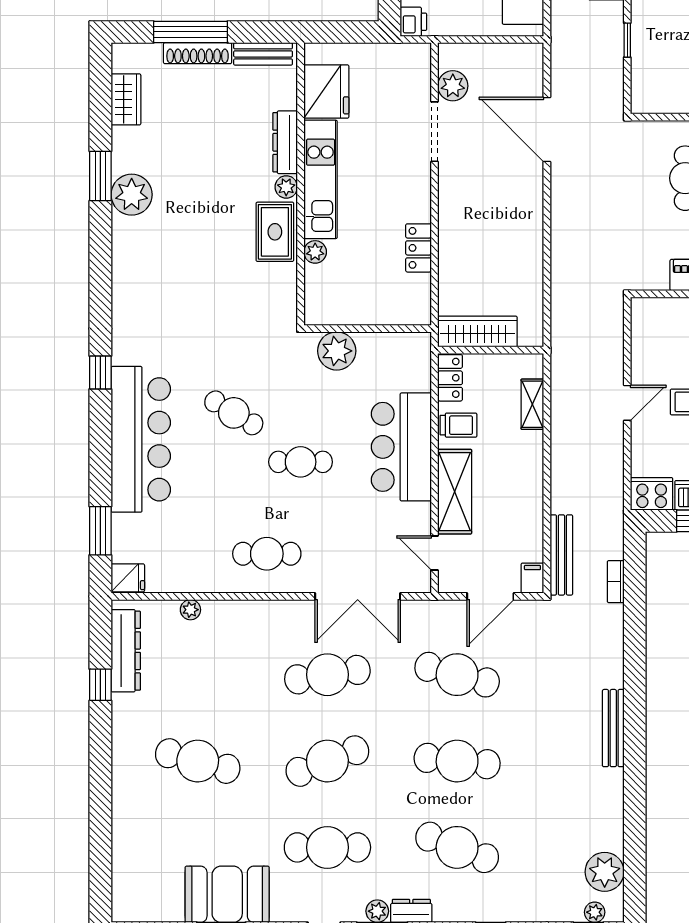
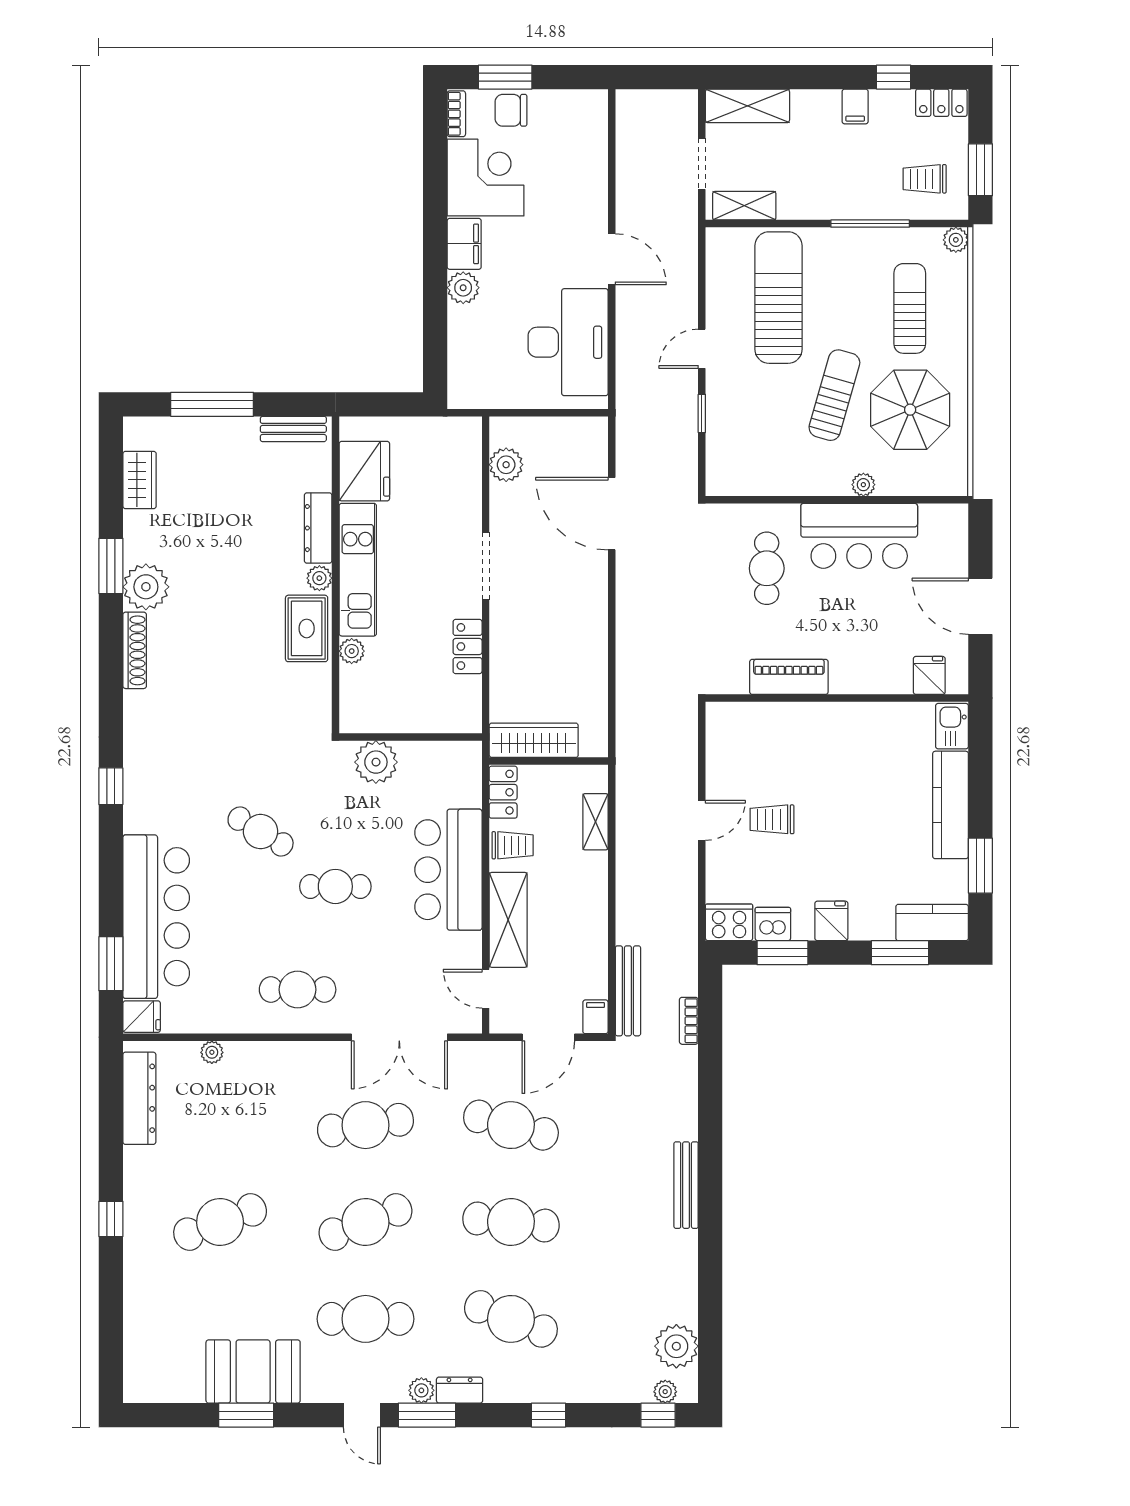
printer: (413, 22) -> (462, 393), removed
shoe rack: (198, 53) -> (135, 650), moved, turned -90
doorway: (434, 132) -> (486, 566), moved
bar counter: (141, 439) -> (156, 917), moved
window: (100, 685) -> (111, 1219), moved
cafe table: (198, 761) -> (220, 1222), turned -36

